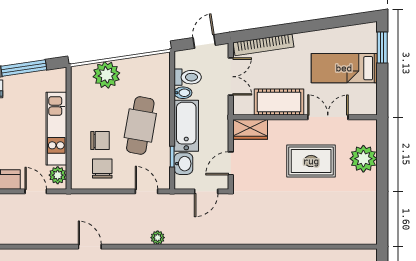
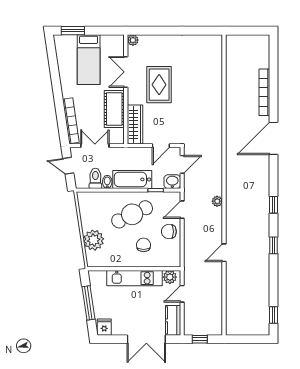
cafe table: (140, 125) -> (132, 214), turned -36
wardrobe: (250, 129) -> (135, 124), width x1.50
plant: (363, 159) -> (133, 40), moved, width x0.53, depth x0.53
door: (231, 163) -> (161, 146), hinge flipped
washbasin: (183, 164) -> (172, 182), moved
chair: (102, 169) -> (169, 232), moved
door: (206, 191) -> (182, 164), hinge flipped

